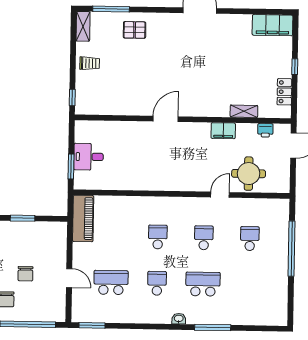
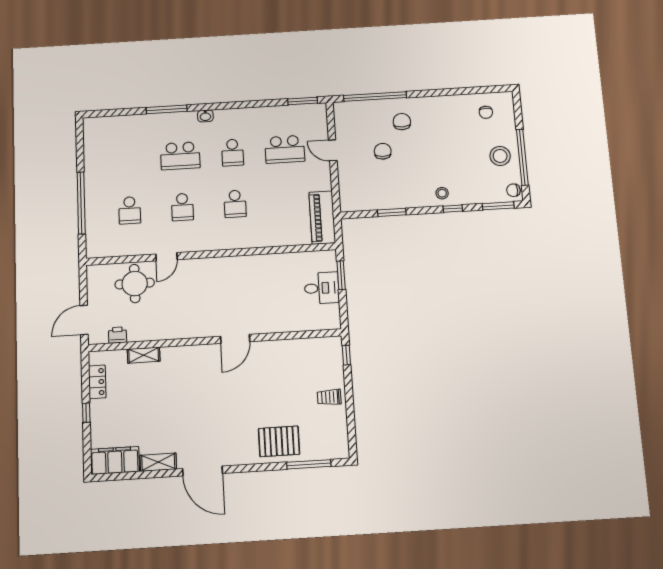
shelving: (83, 26) -> (158, 462), moved, turned 90
pallet: (135, 30) -> (279, 441), width x1.50, depth x1.42
filing cabinet: (223, 131) -> (167, 331), removed

